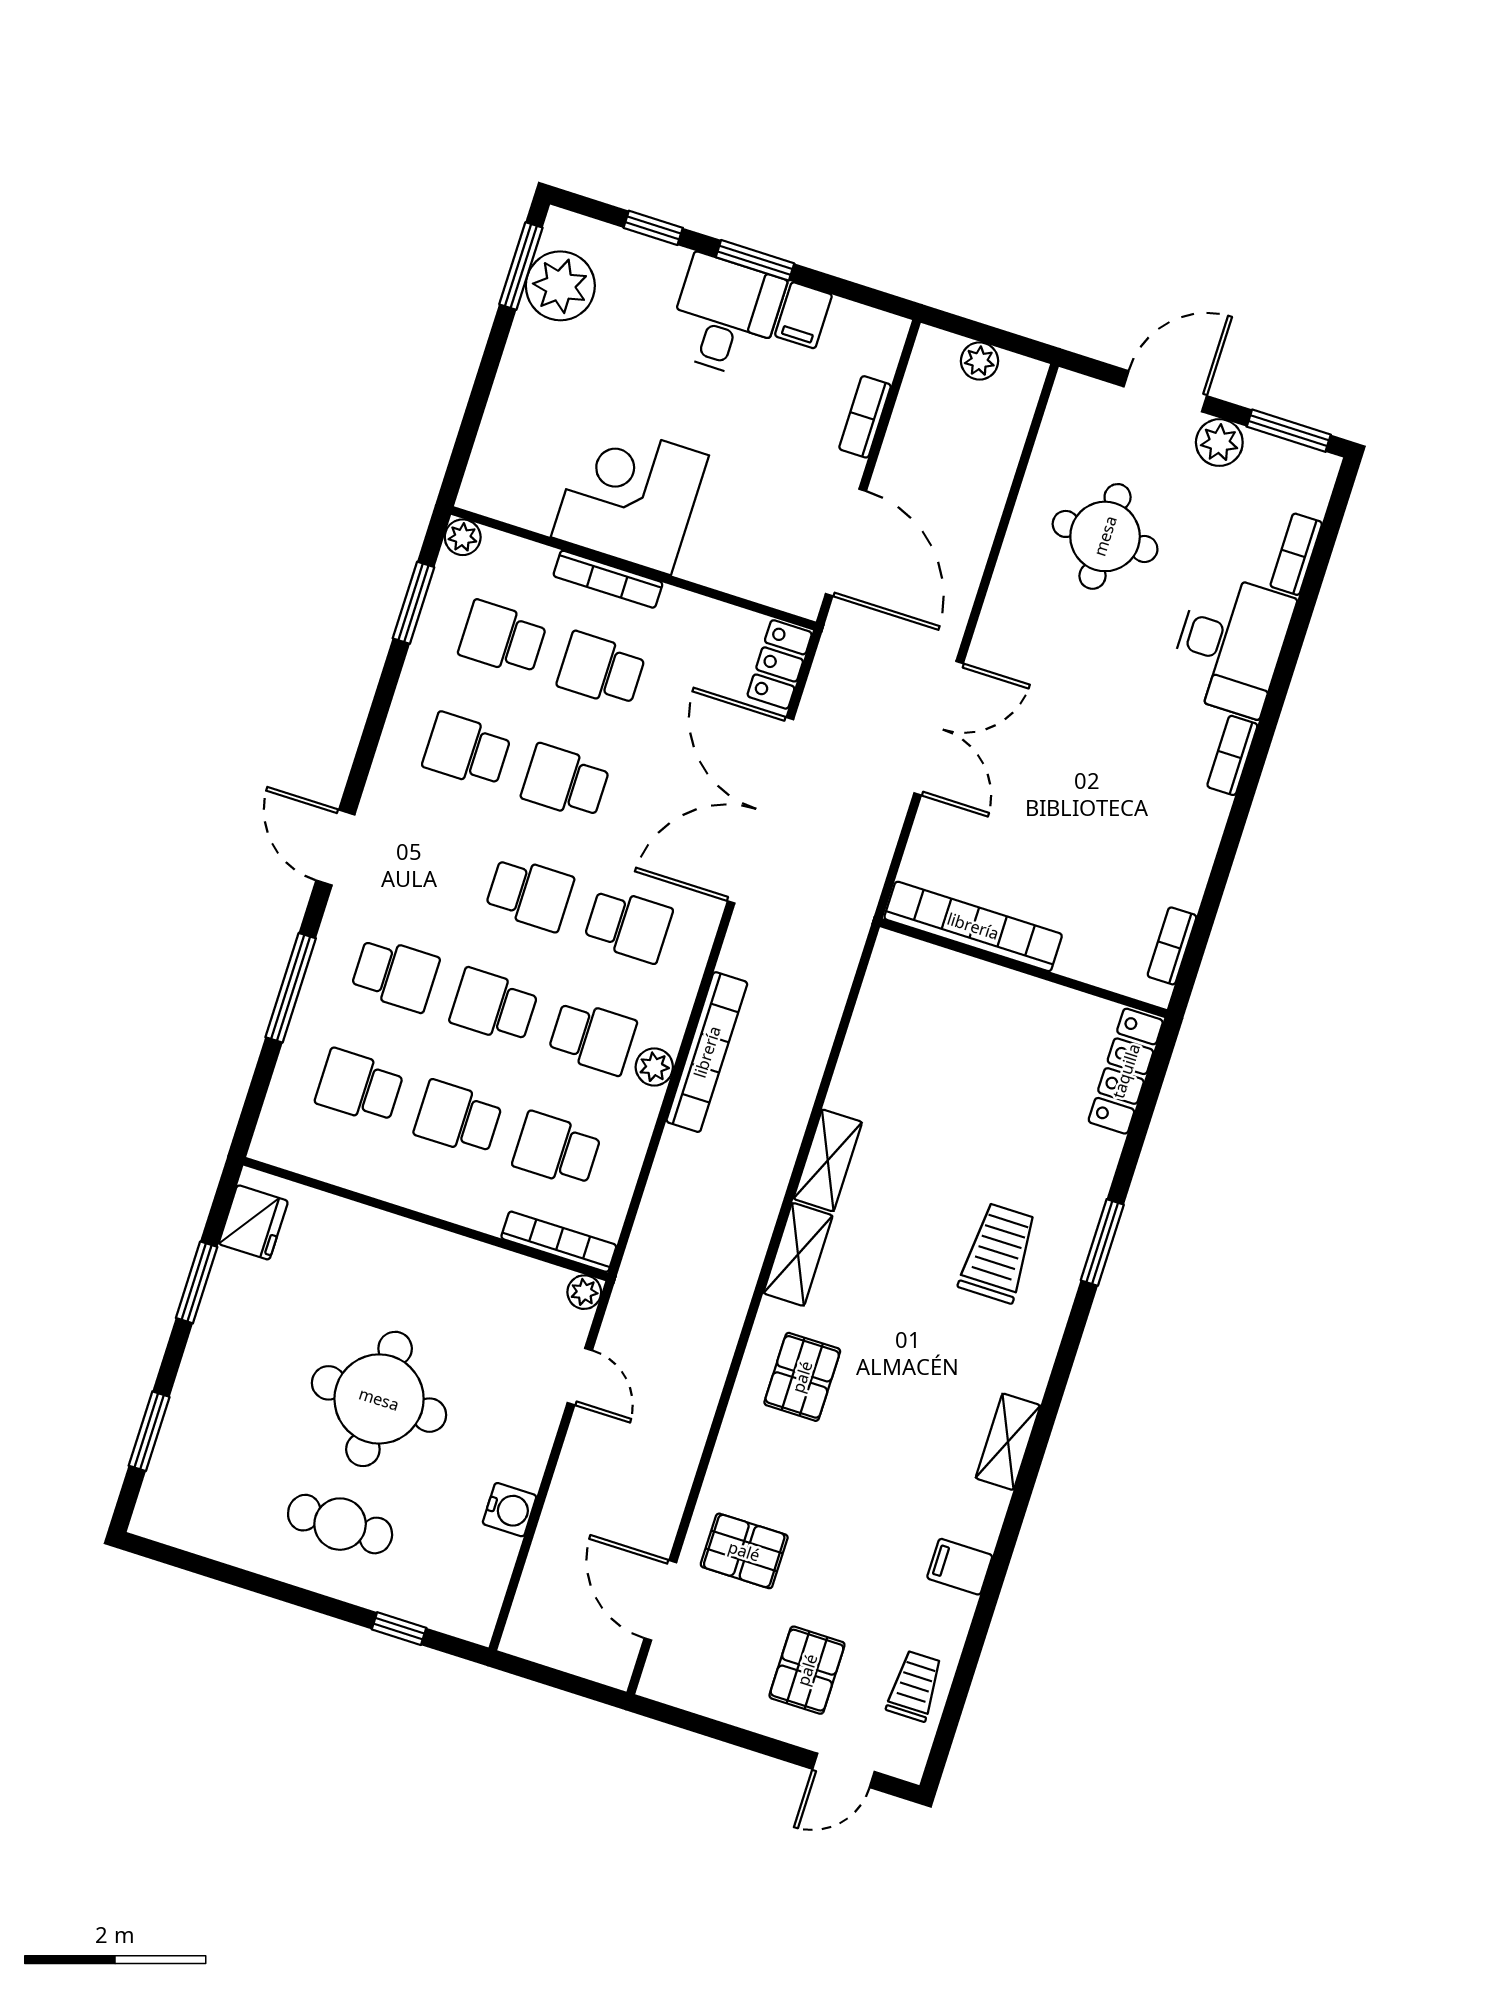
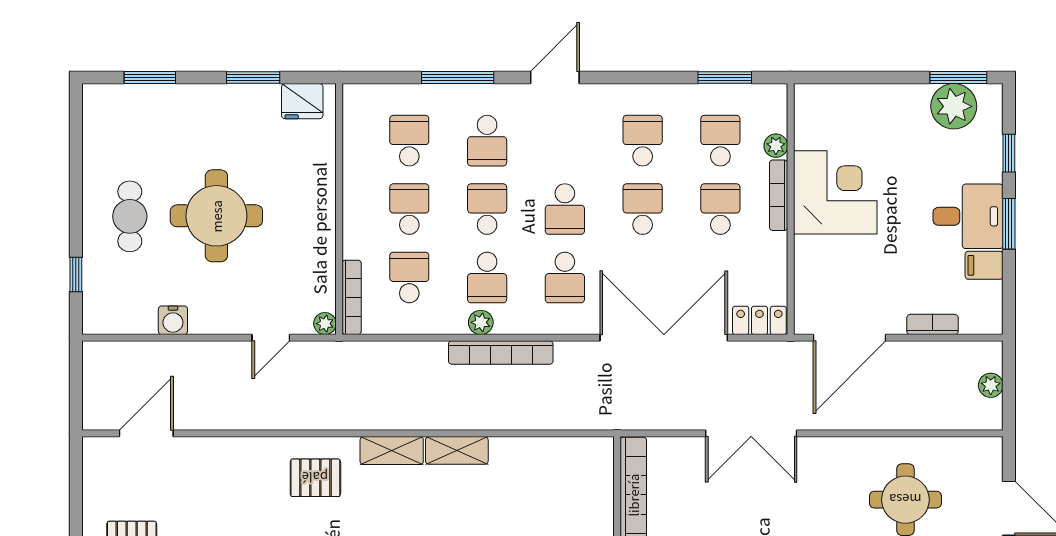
plant: (463, 537) -> (776, 146), moved
pallet: (744, 1551) -> (194, 476), removed

